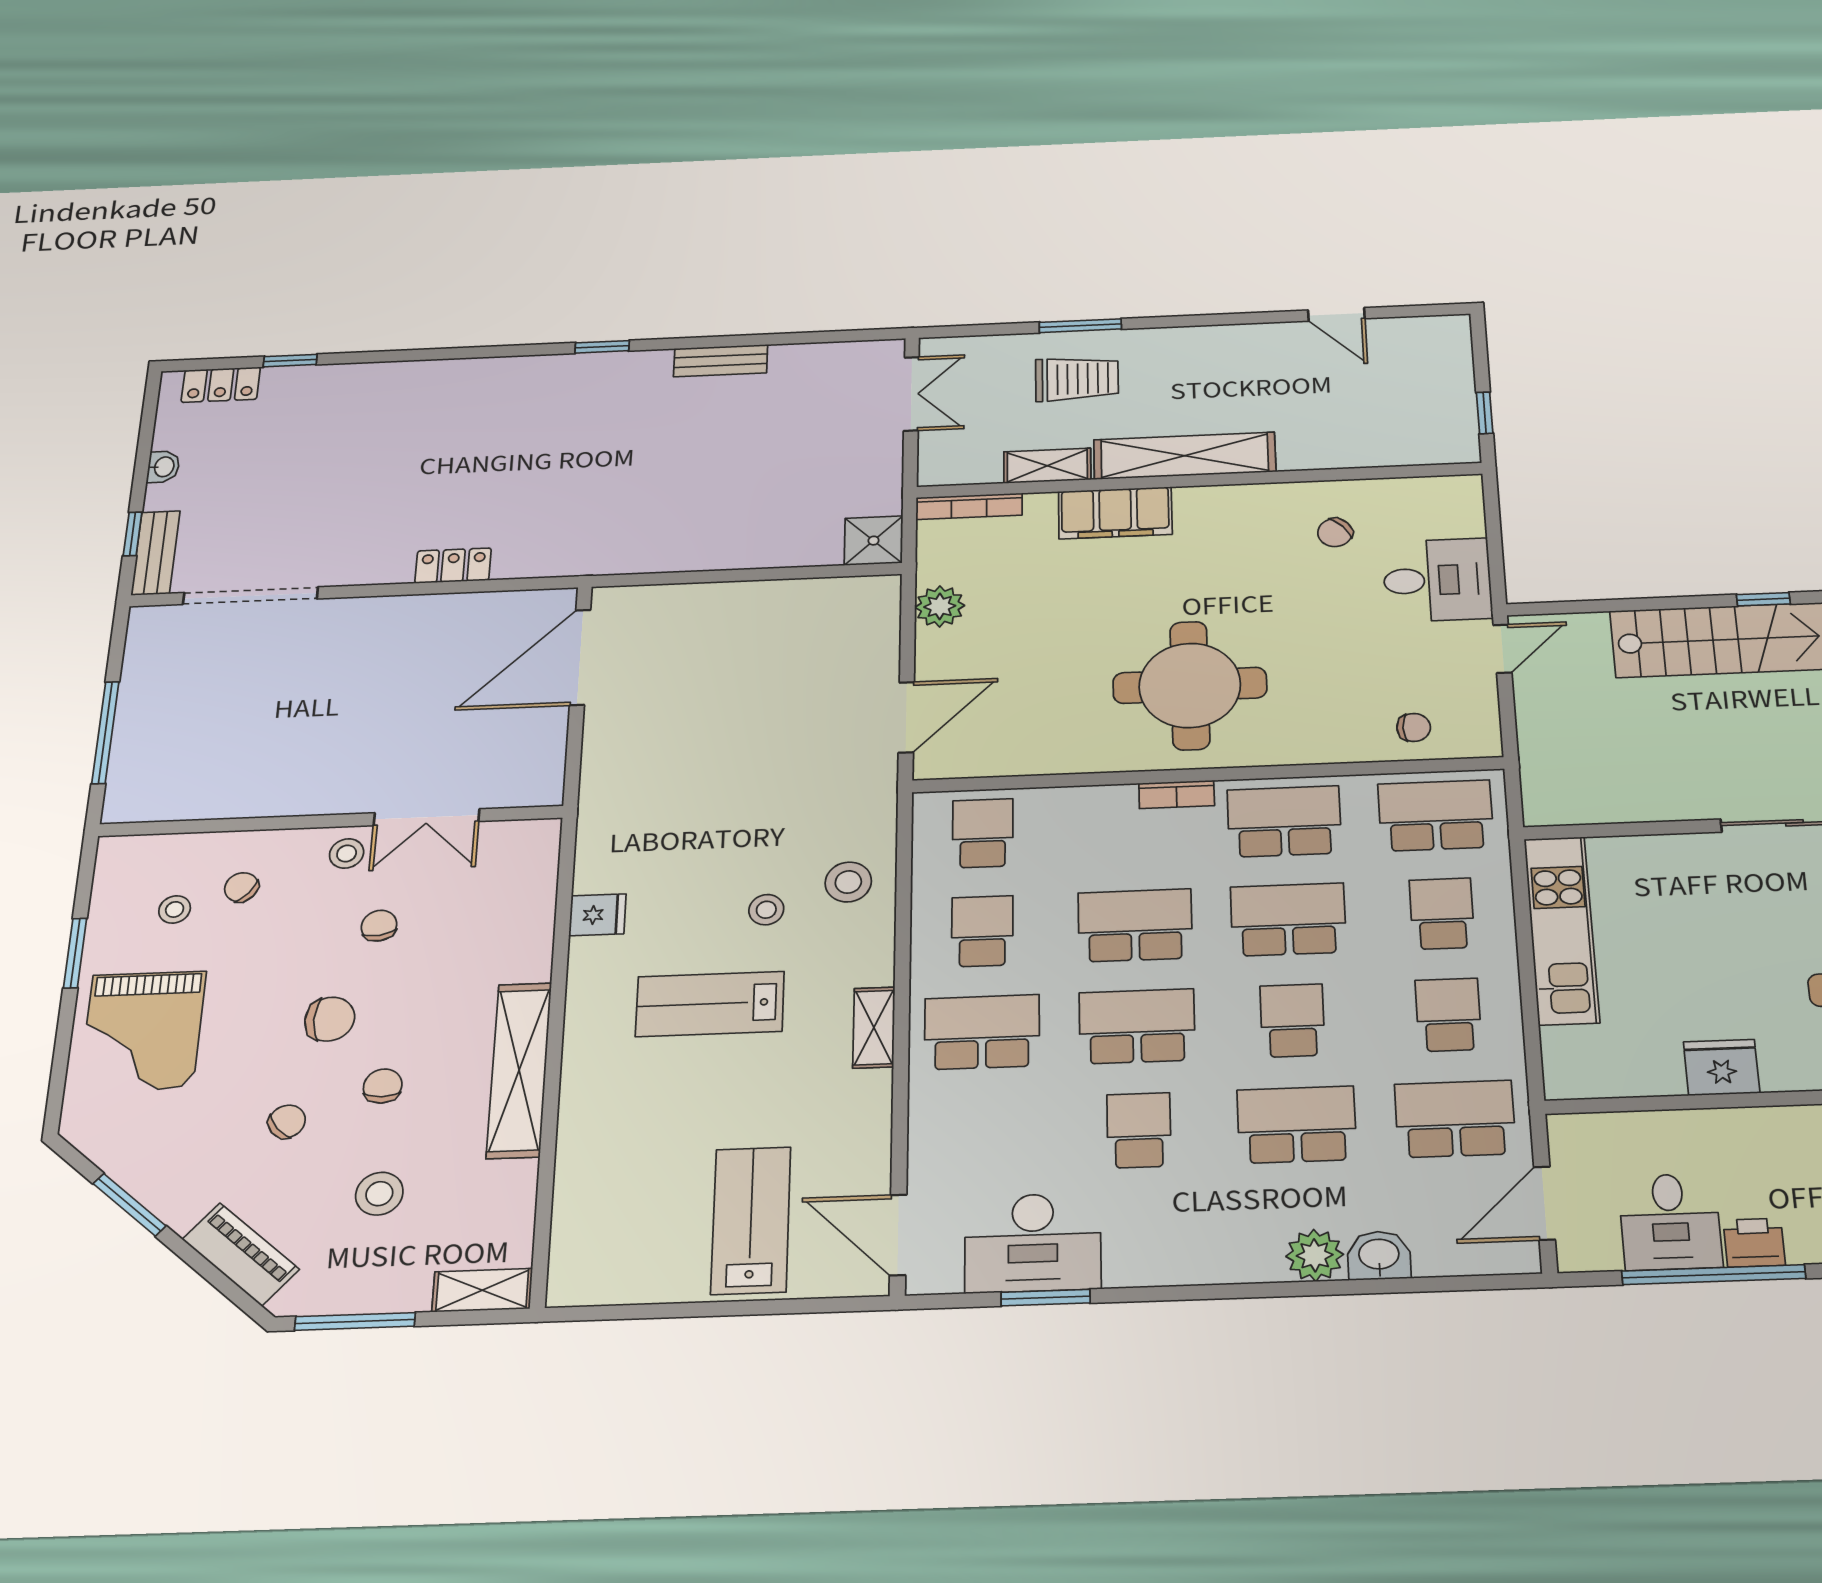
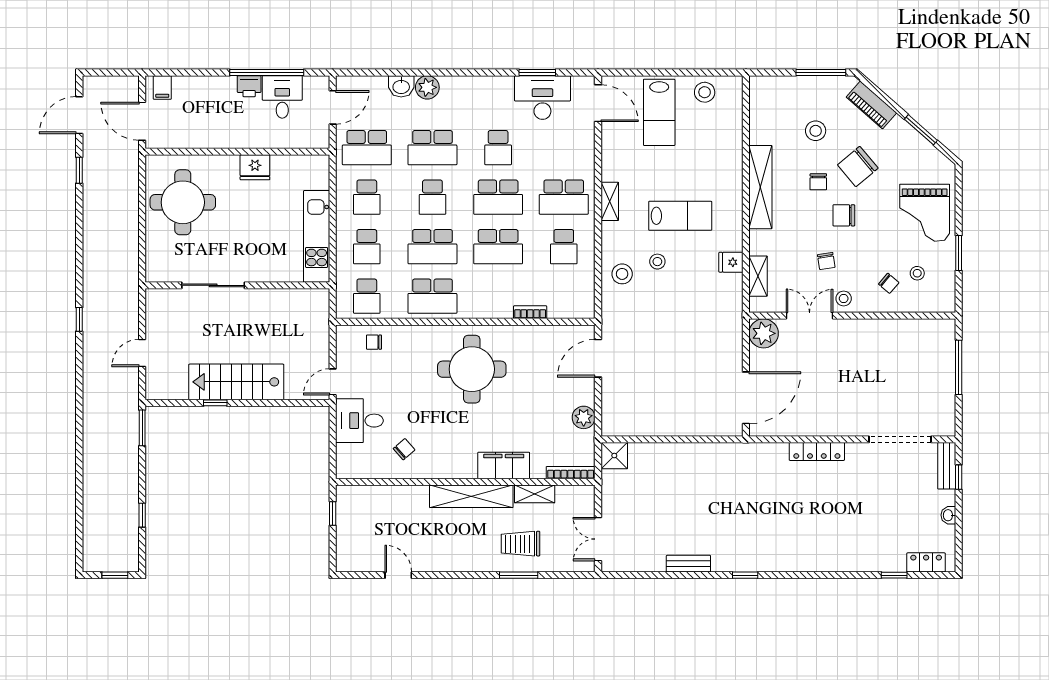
locker: (453, 566) -> (817, 451), width x1.53
plant: (532, 779) -> (764, 333), added
bookcase: (1177, 794) -> (530, 312), moved
school desk: (1436, 815) -> (367, 296), width x0.54
school desk: (983, 833) -> (564, 296), removed
grand piano: (143, 1031) -> (925, 213), turned 180
chair: (287, 1122) -> (858, 166), width x1.87, depth x1.87
stool: (639, 1268) -> (705, 92), added
shelving: (482, 1290) -> (758, 276), moved, turned 90

